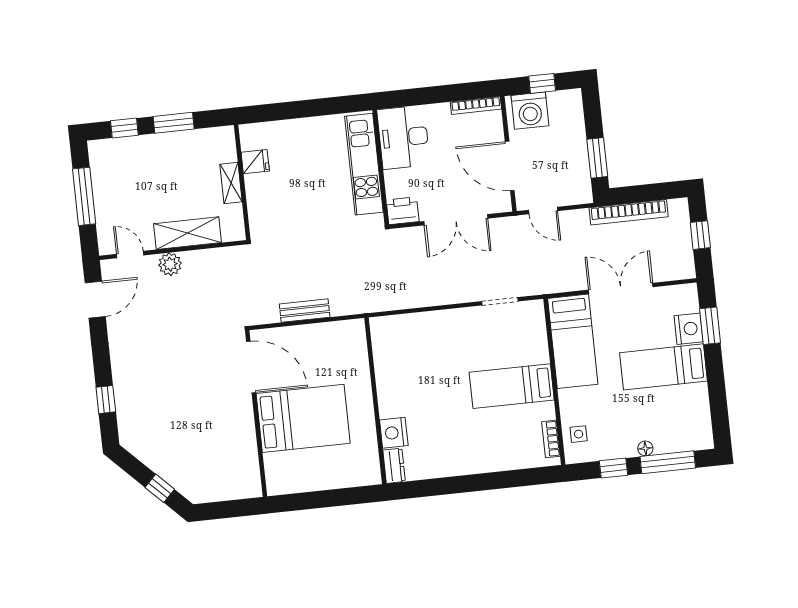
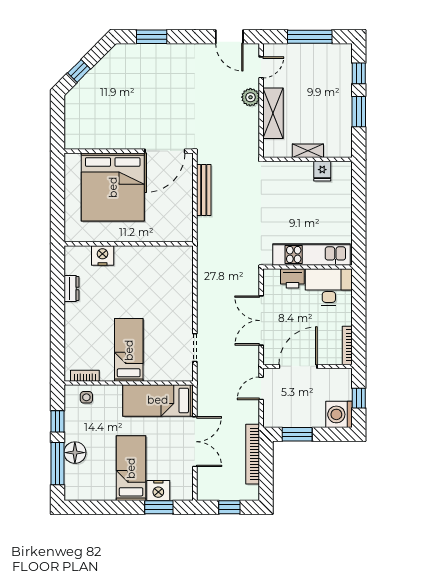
washing machine: (530, 111) -> (339, 414), moved
printer: (403, 211) -> (292, 278), moved, turned 90
bench: (305, 311) -> (204, 190), width x1.36
window: (106, 400) -> (152, 37), width x1.50
bed: (303, 418) -> (113, 187), width x1.36
floor lamp: (645, 448) -> (75, 453), width x1.89, depth x1.89
dresser: (394, 466) -> (71, 288), moved, turned -90

